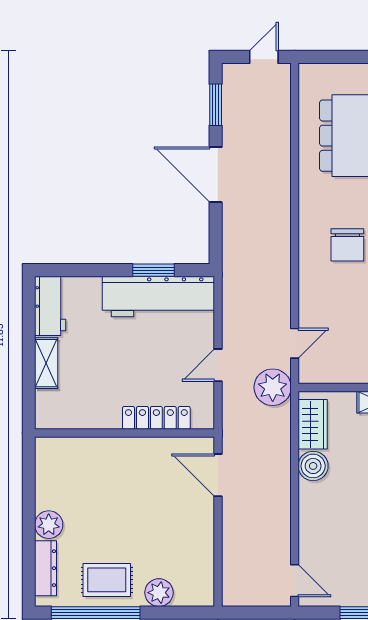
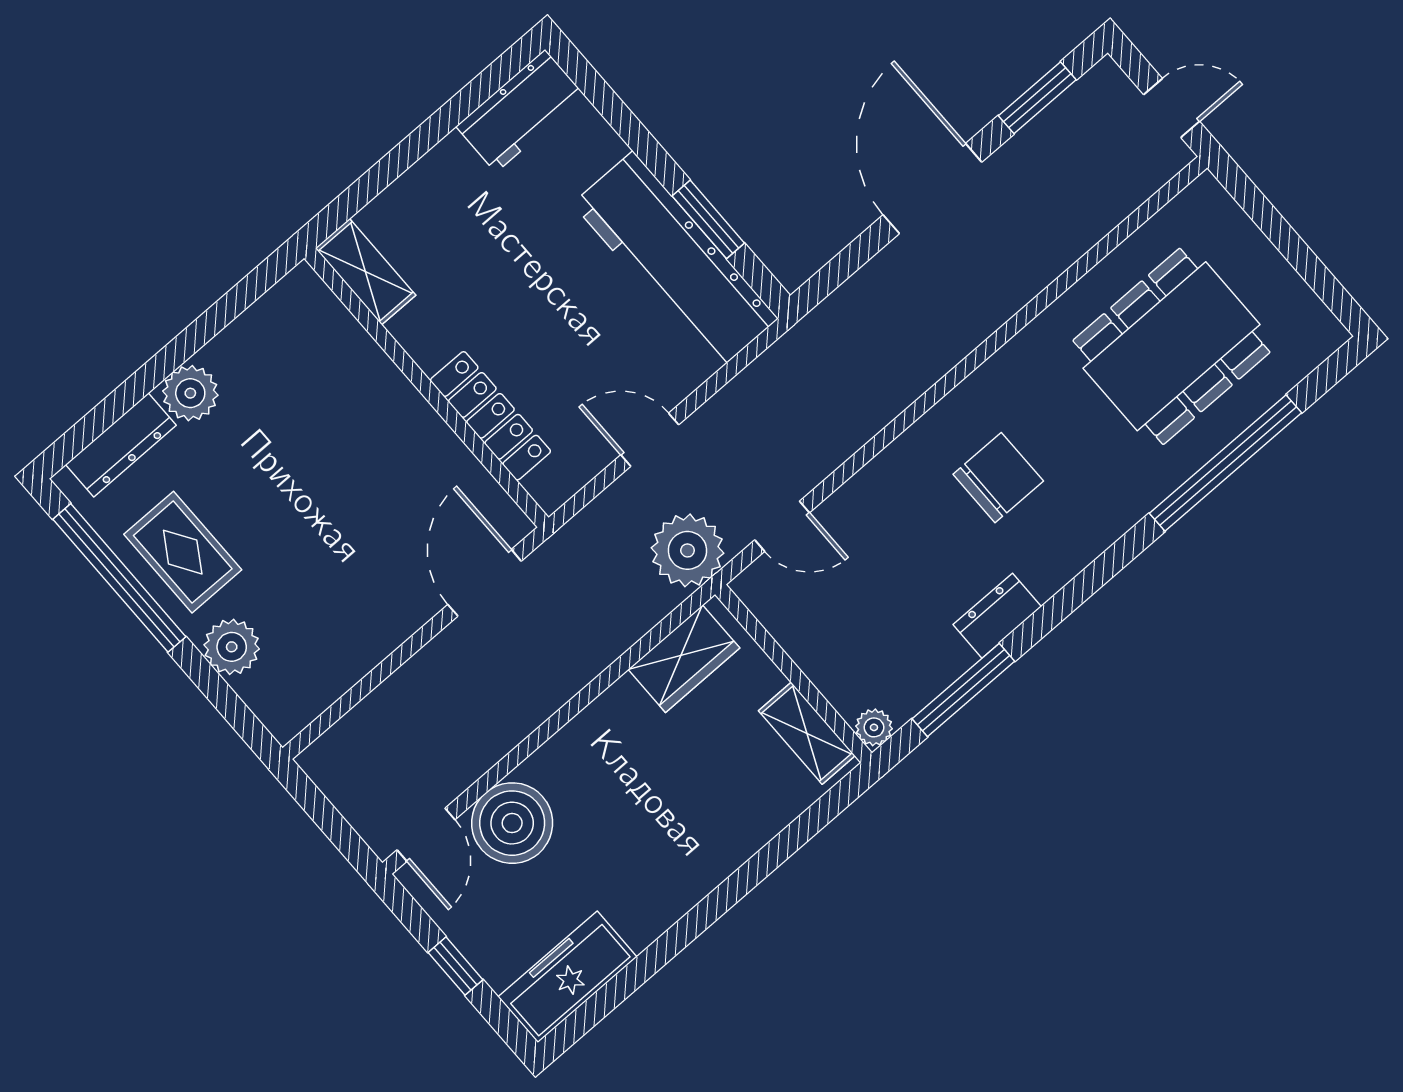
chair: (347, 245) -> (998, 478), turned 180
shelving: (46, 363) -> (365, 272), moved, turned 90
boiler: (313, 466) -> (512, 823), moved, width x1.37, depth x1.37

